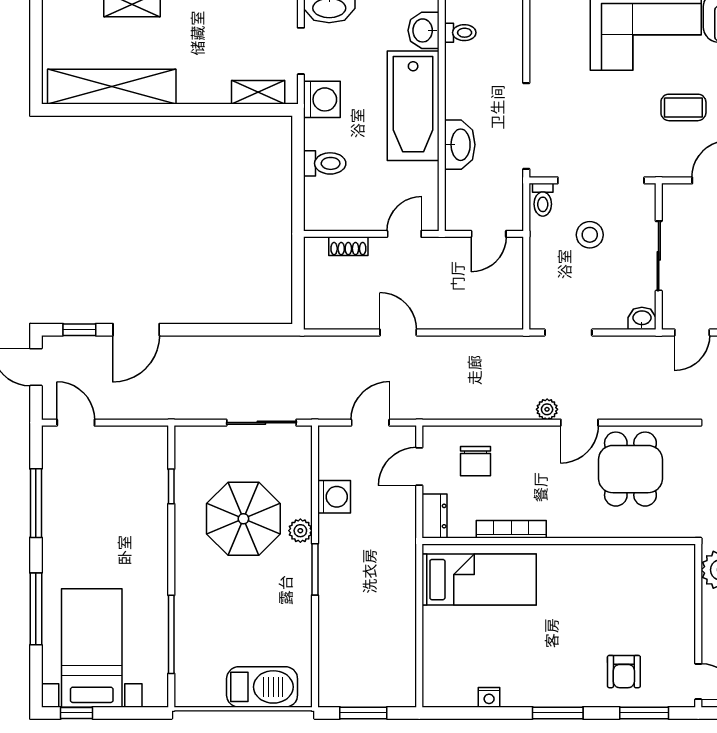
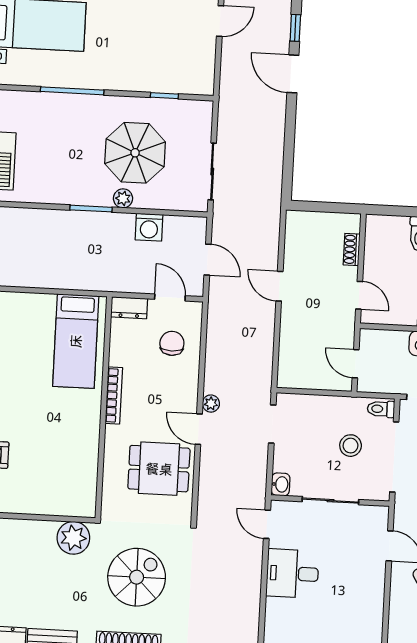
door: (398, 333) -> (279, 286), swing flipped
chair: (475, 461) -> (172, 343), turned 90
bookcase: (511, 529) -> (114, 395), moved
window: (171, 634) -> (72, 91), moved

